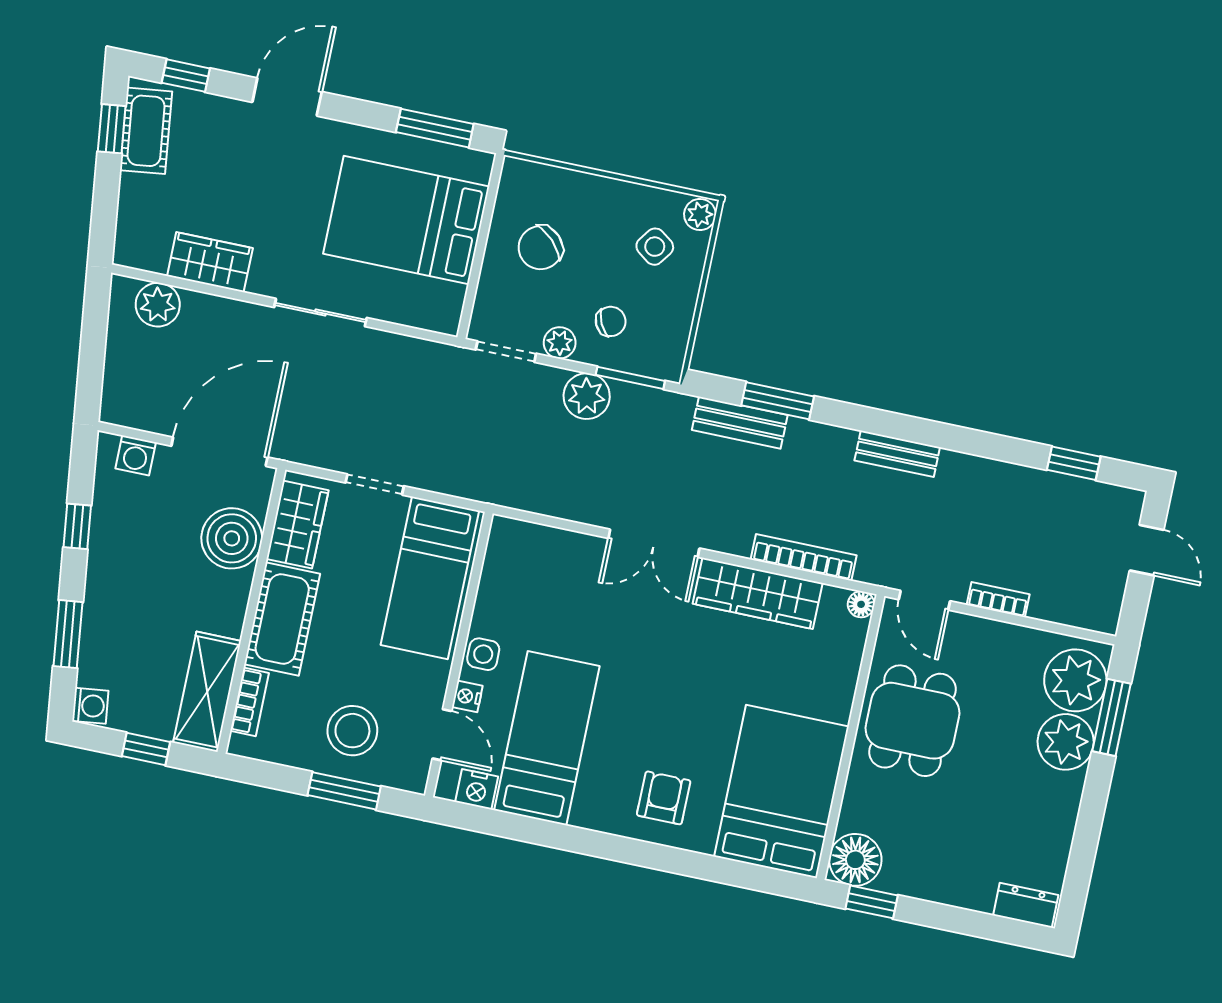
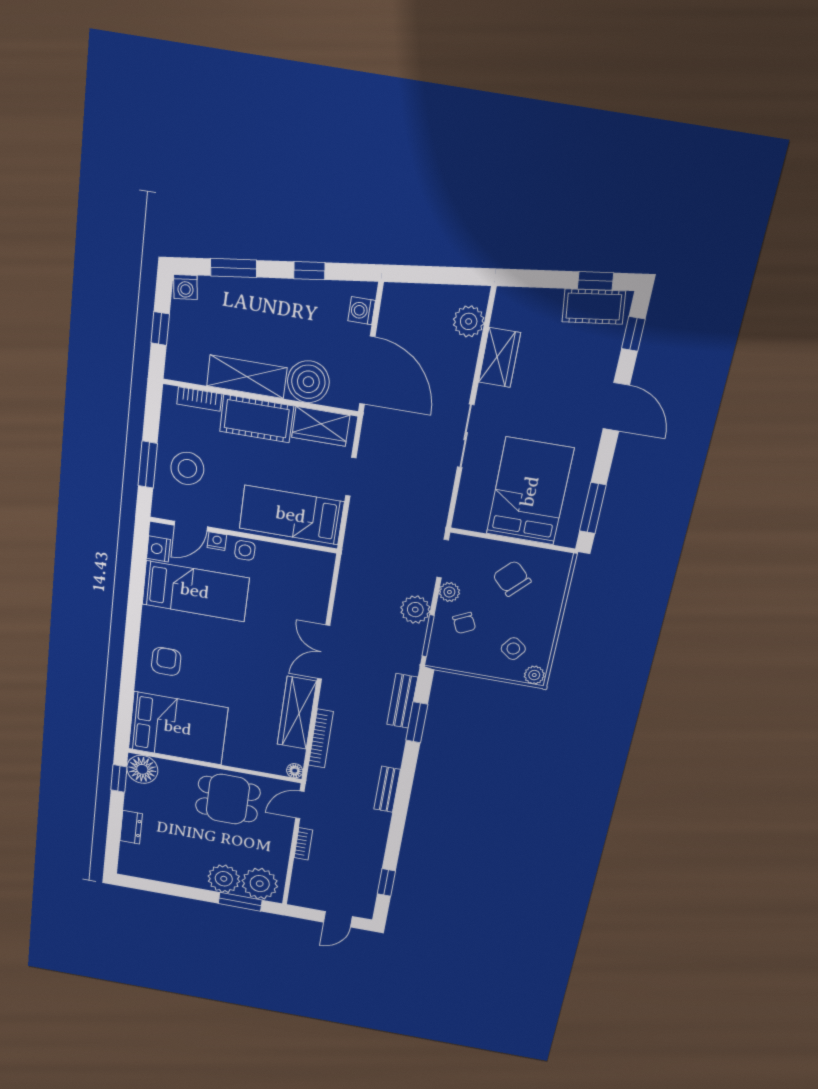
shelving: (207, 692) -> (247, 377), moved
armchair: (664, 798) -> (166, 661), turned -90
dresser: (1026, 905) -> (131, 827), moved

